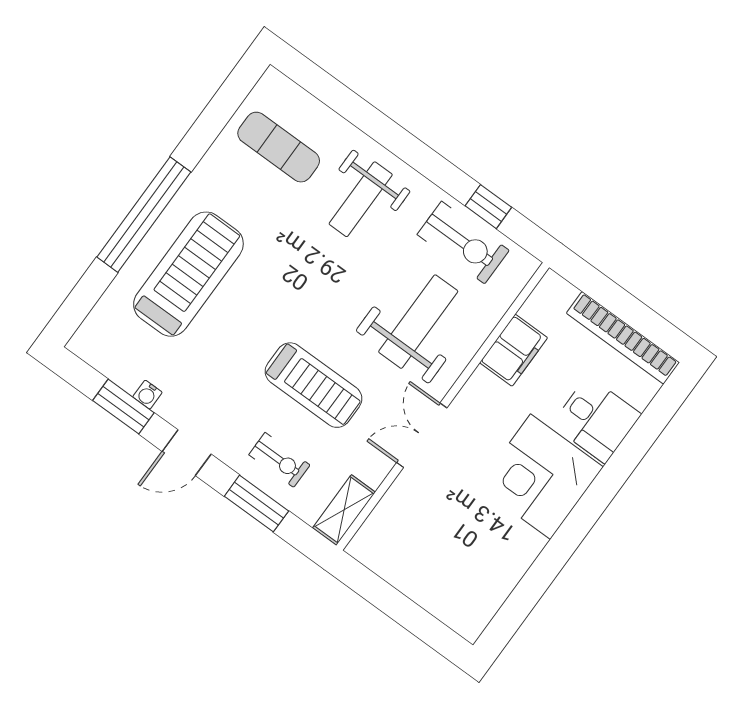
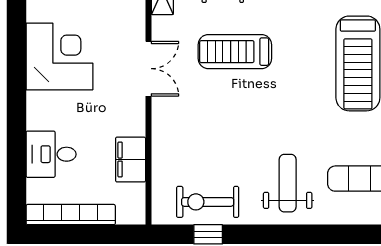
weight bench: (418, 322) -> (200, 135), removed
corner desk: (540, 477) -> (59, 56), moved

